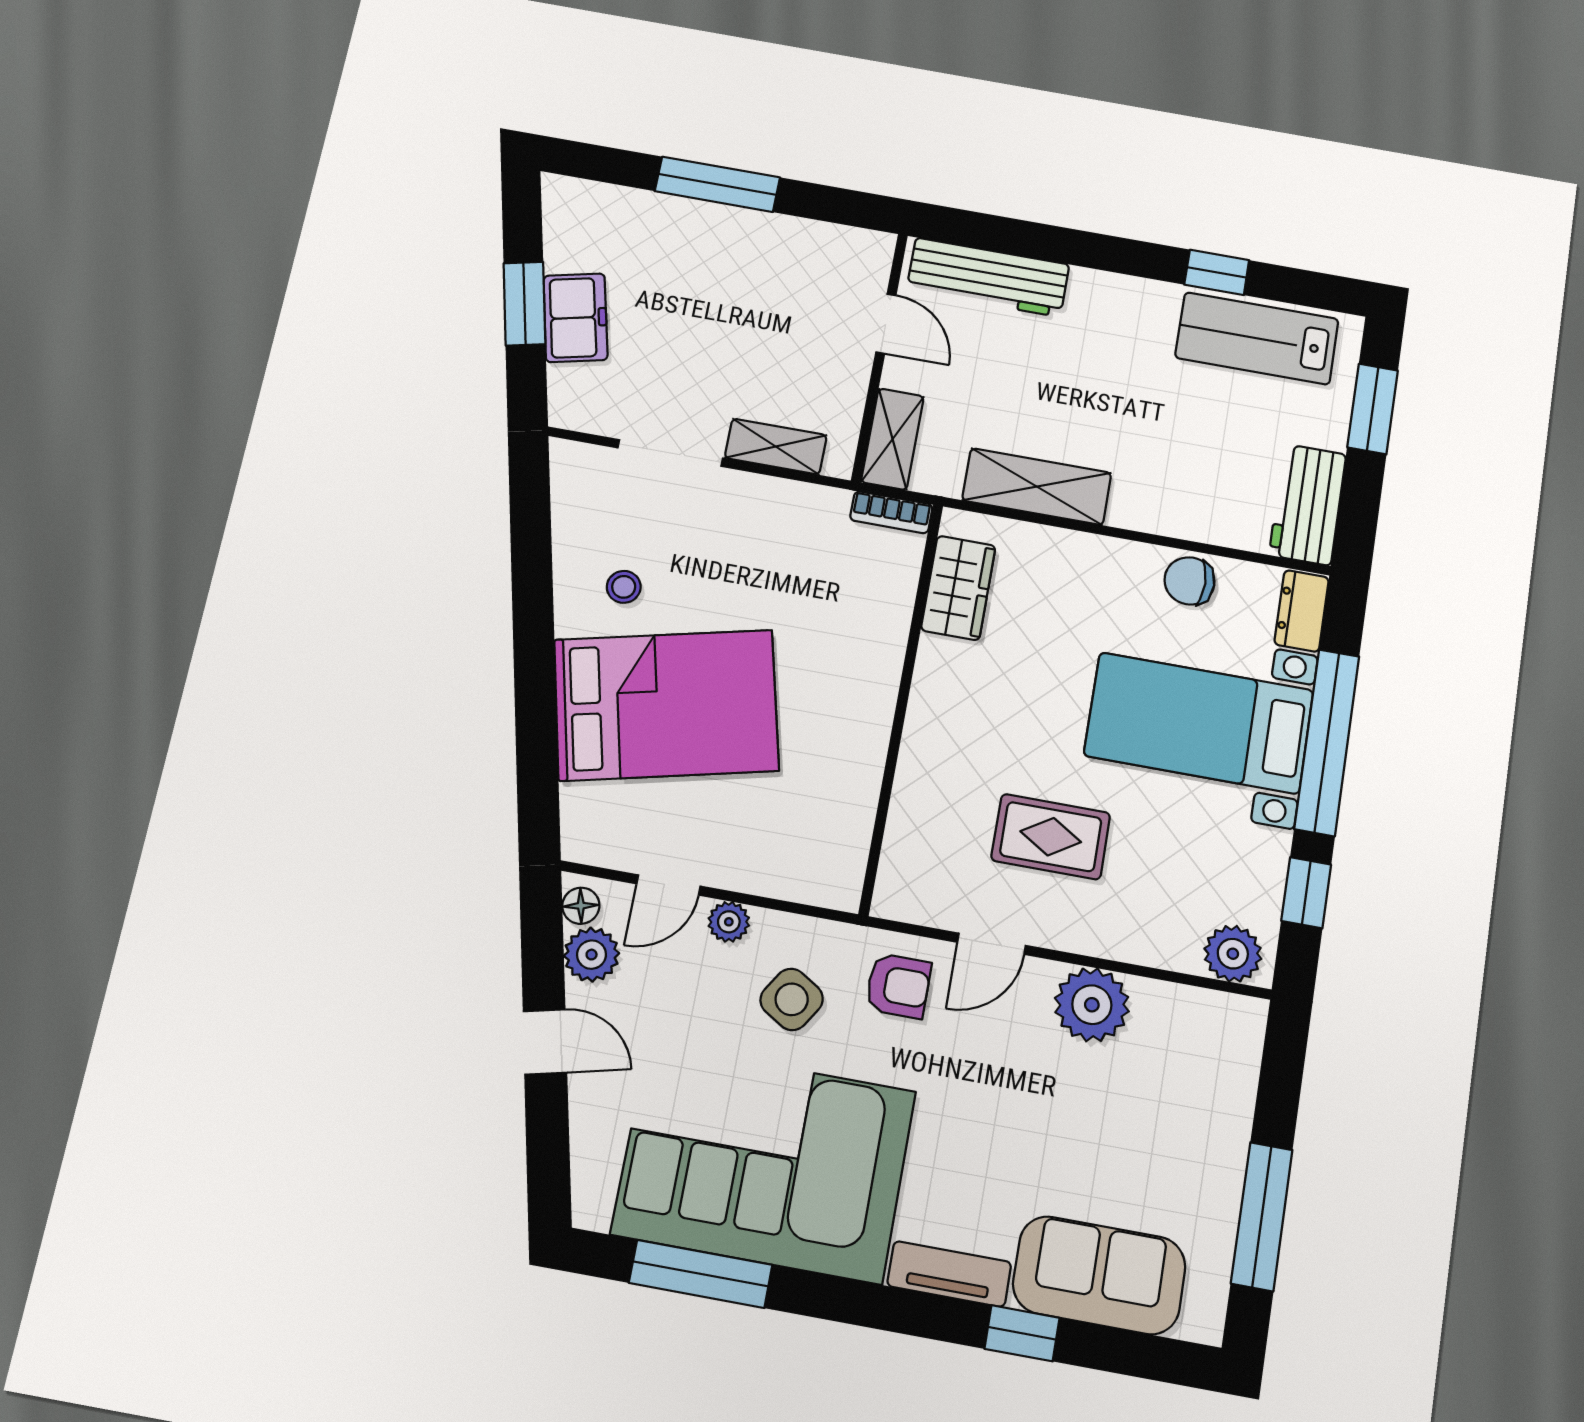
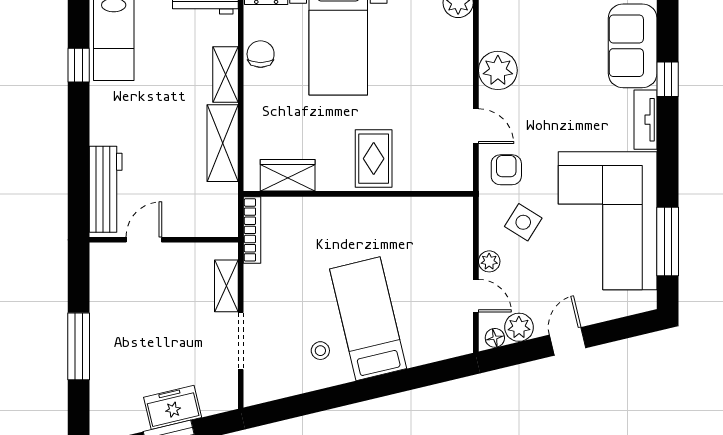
shelving: (893, 439) -> (225, 75), moved, turned 90
bookcase: (891, 512) -> (252, 230), width x1.56
chair: (1189, 581) -> (261, 54), turned 180
bed: (666, 705) -> (368, 319), width x0.67
rug: (1051, 837) -> (374, 159), moved

